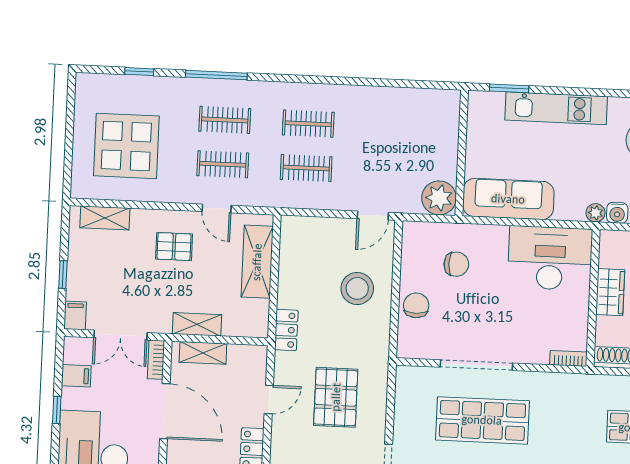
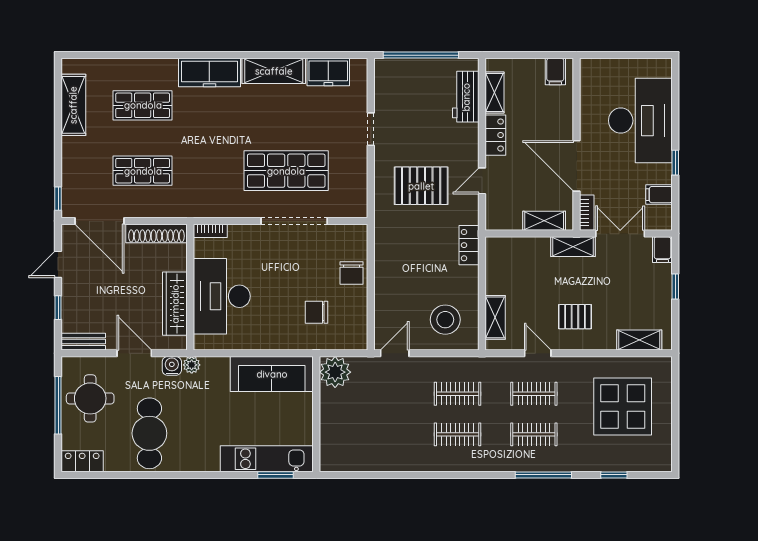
kitchen unit: (556, 108) -> (267, 459), moved
desk: (550, 258) -> (222, 296), moved, turned 90
shelving: (257, 262) -> (495, 317), width x0.67, depth x0.75
stool: (357, 288) -> (445, 320), moved
wardrobe: (610, 292) -> (175, 304), width x1.50
shelving: (197, 324) -> (573, 247), moved
pallet: (336, 397) -> (421, 186), turned 90

